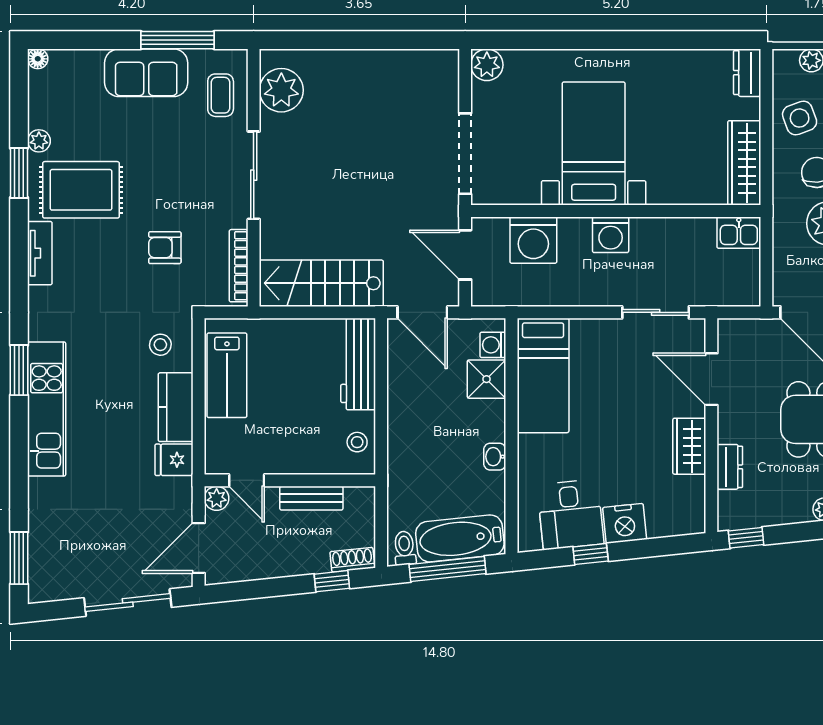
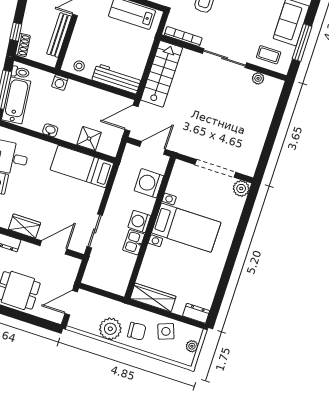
plant: (281, 90) -> (258, 78), width x0.53, depth x0.53
doorway: (465, 154) -> (215, 168), moved
kitchen sink: (739, 233) -> (134, 242), moved
washing machine: (493, 345) -> (60, 82), moved, turned 180
bench: (311, 498) -> (59, 35), width x1.36

